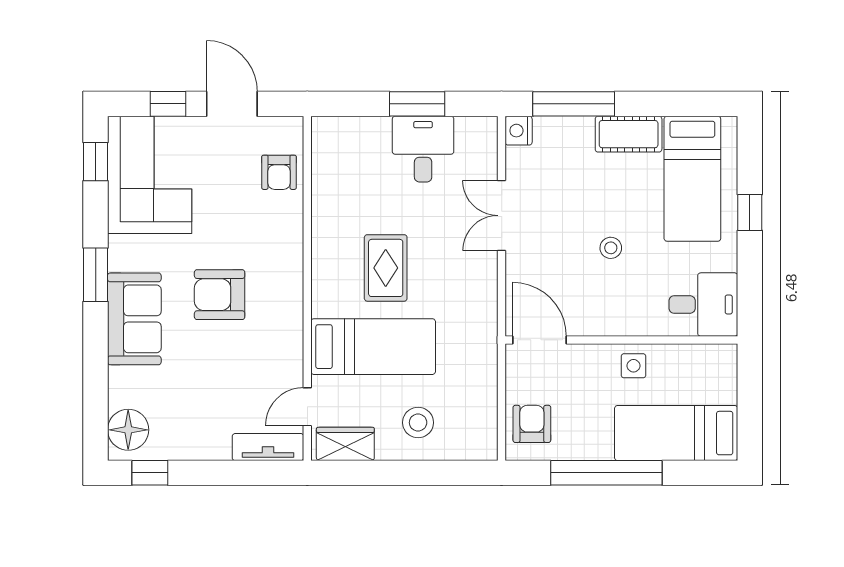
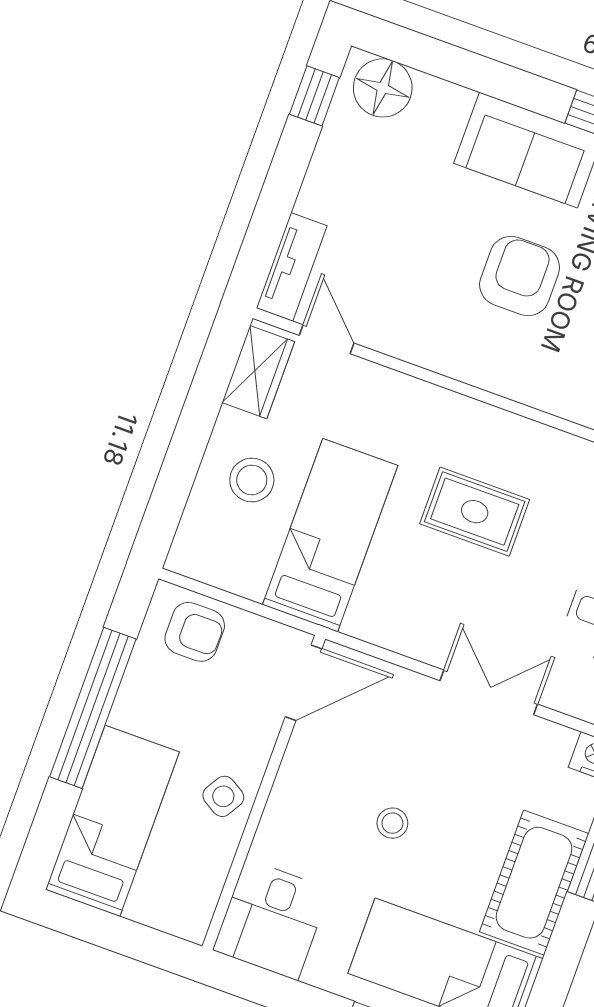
cot: (629, 134) -> (534, 883), width x1.37, depth x1.34
bed: (373, 347) -> (330, 535), moved, turned 180
side table: (633, 366) -> (223, 796), turned 31

